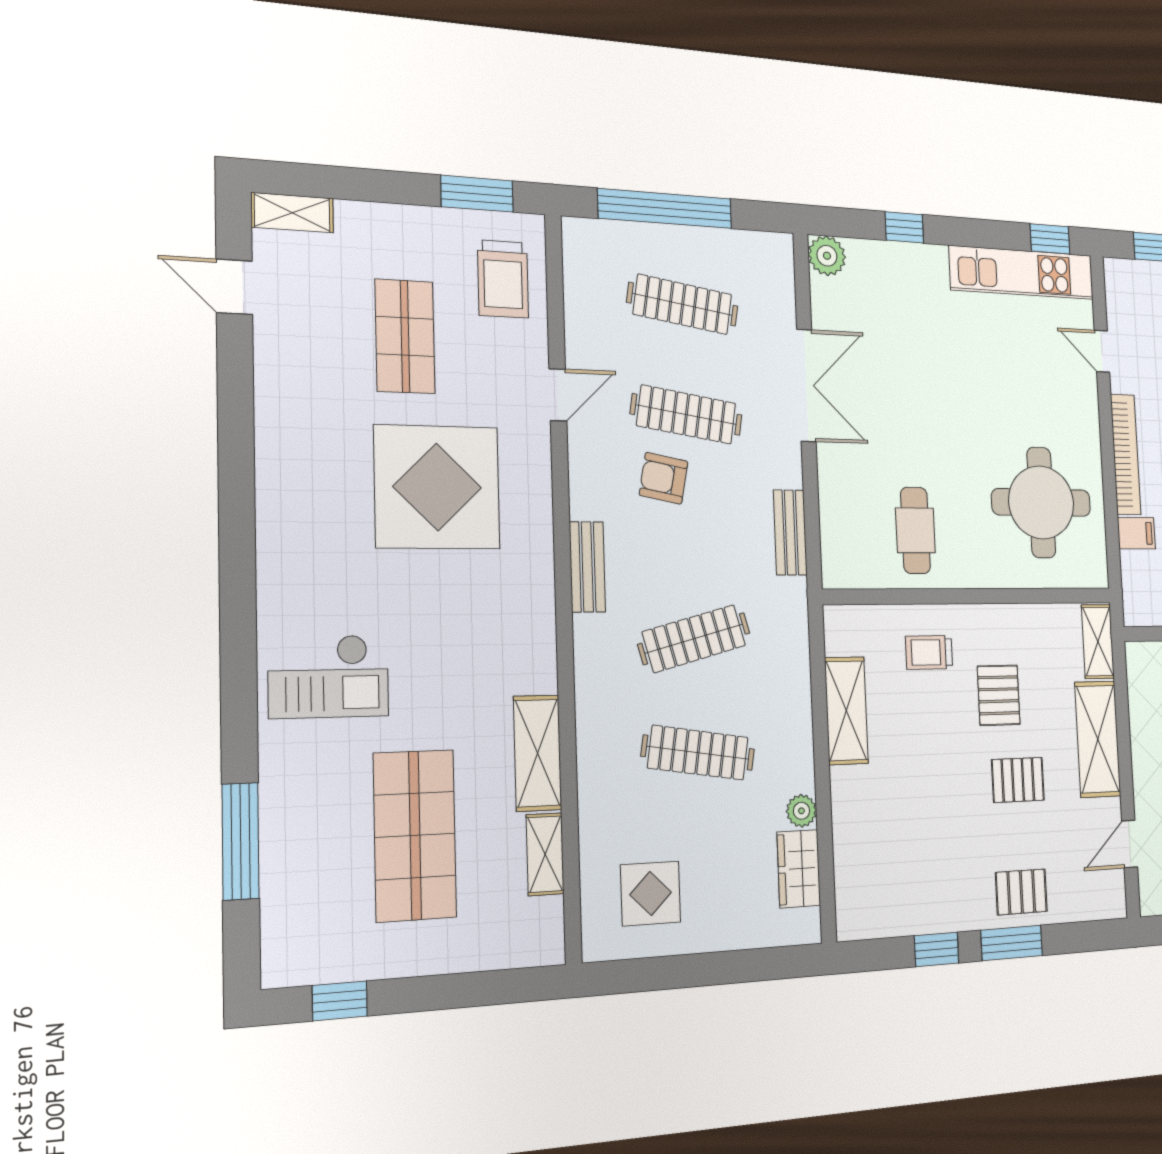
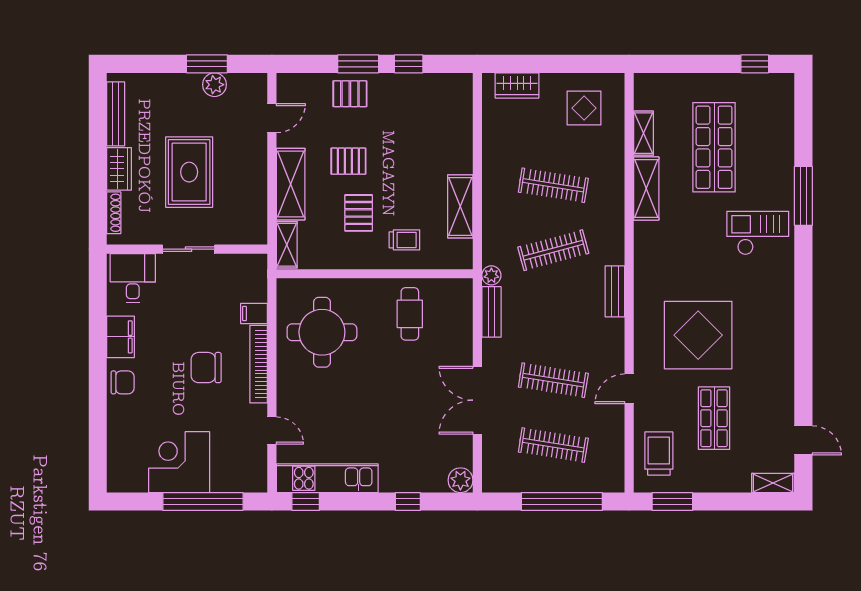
armchair: (664, 478) -> (568, 343), removed
plant: (801, 811) -> (491, 275), moved
window: (241, 841) -> (803, 196), moved
wardrobe: (799, 869) -> (517, 85), moved, turned 90

